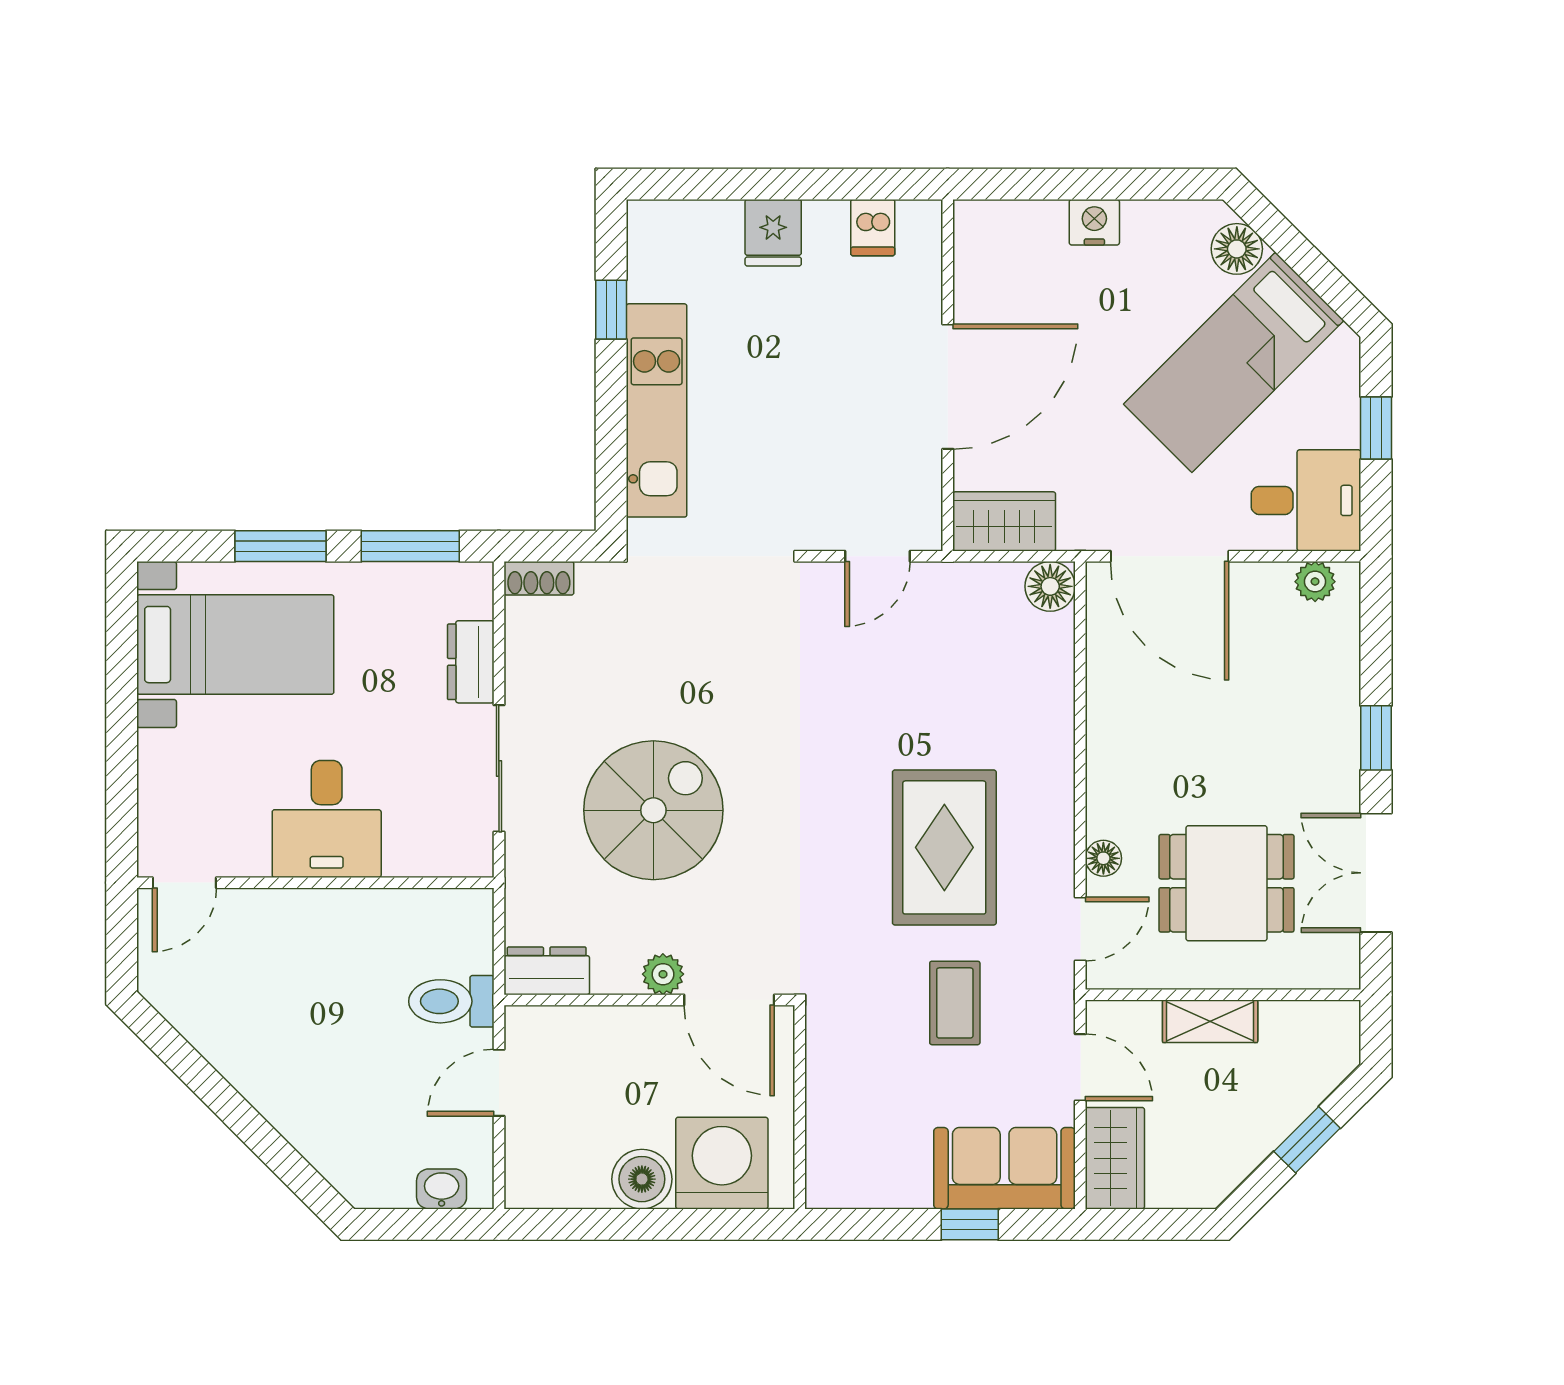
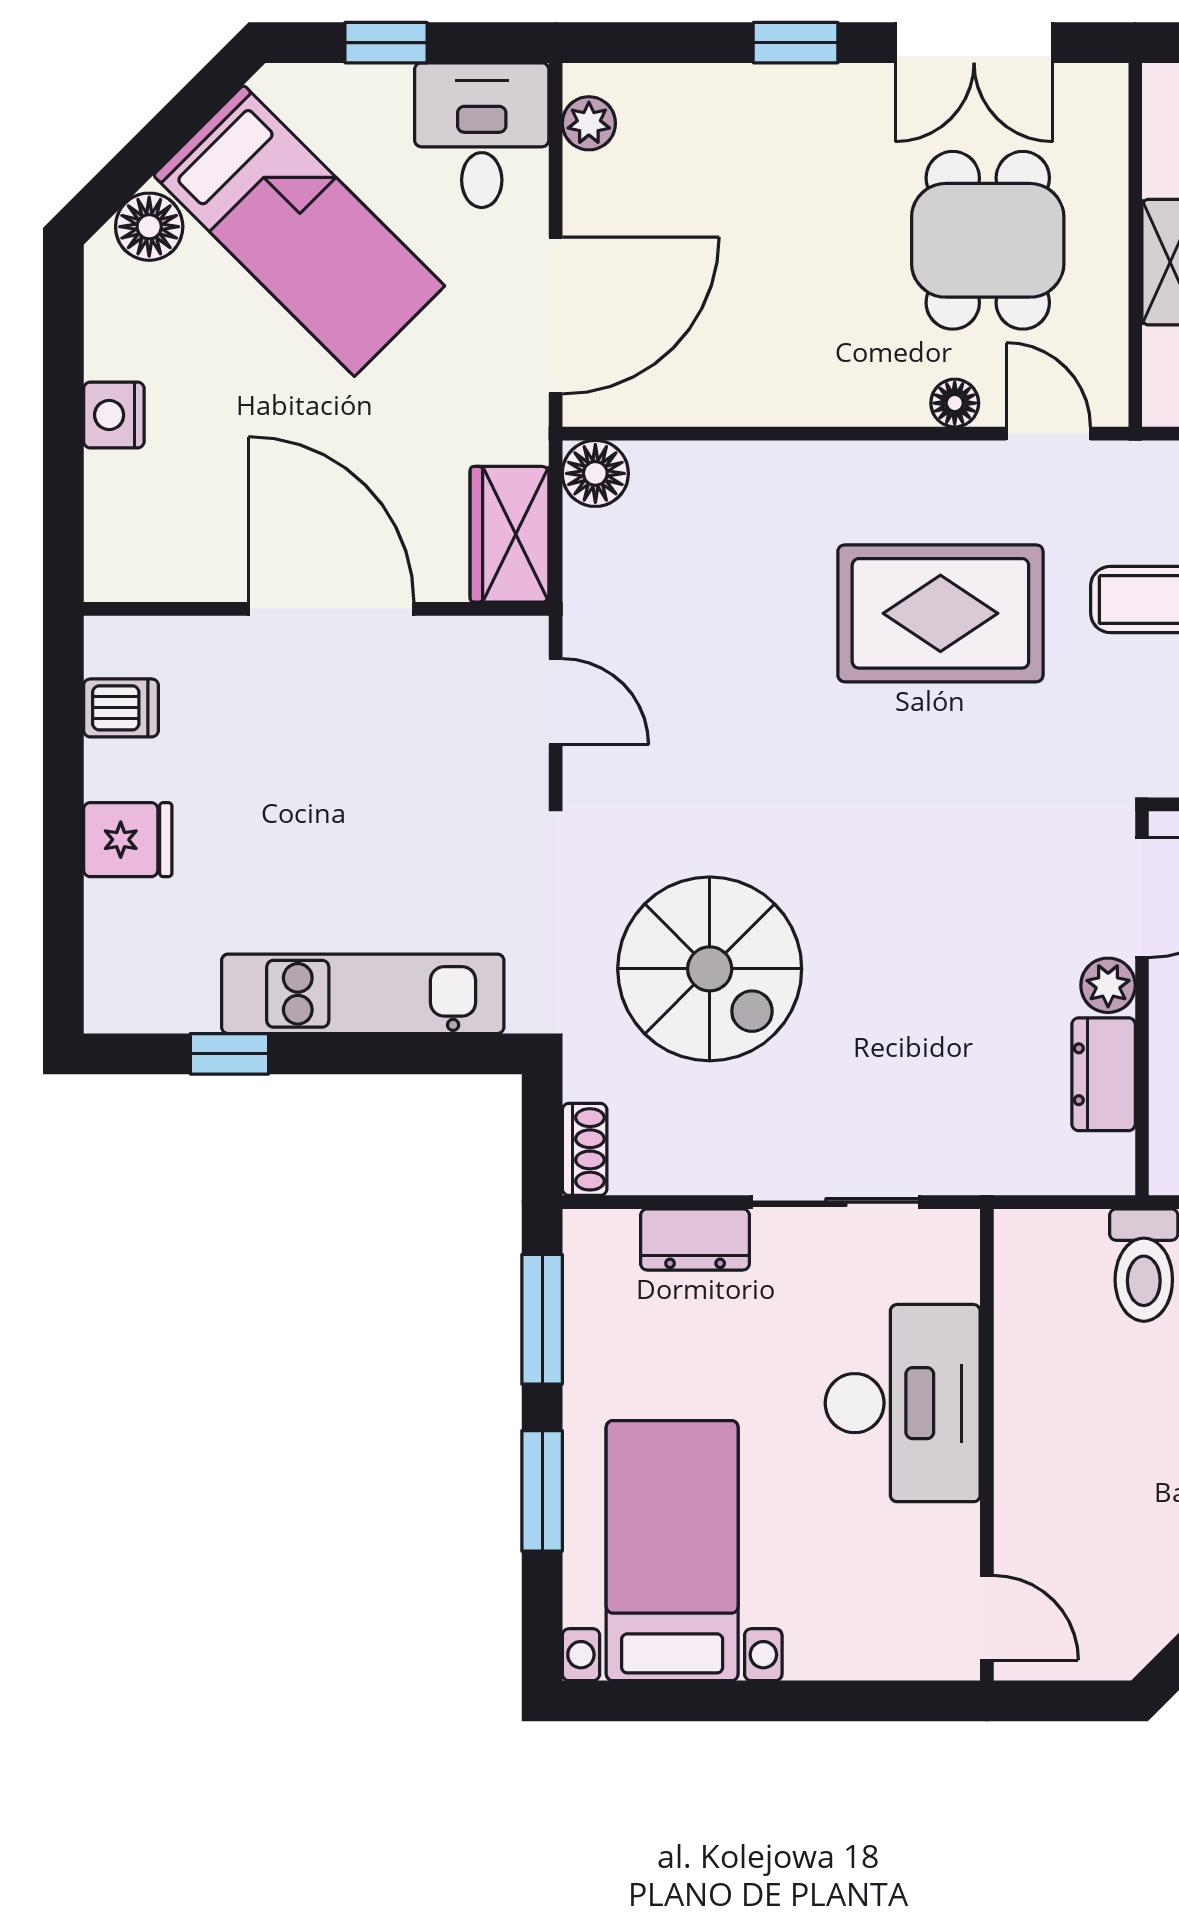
spiral stairs: (653, 810) -> (710, 969), moved, turned 180
desk: (327, 819) -> (903, 1403), width x1.37
dresser: (547, 971) -> (1104, 1074), moved

